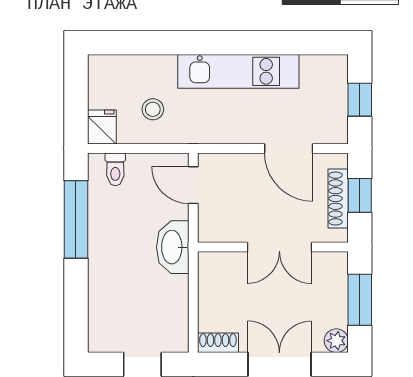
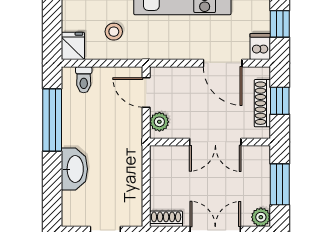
dishwasher: (335, 128) -> (260, 46), added
plant: (210, 222) -> (159, 122), added
washbasin: (173, 247) -> (74, 169), moved, turned 180

